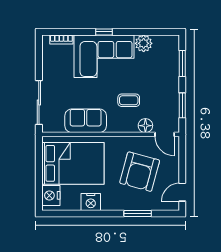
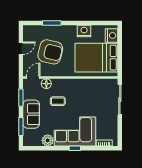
sofa: (86, 121) -> (31, 114), moved, turned -90
door: (165, 134) -> (33, 78), hinge flipped
armchair: (140, 172) -> (50, 52), turned 88
door: (182, 192) -> (21, 48), moved

